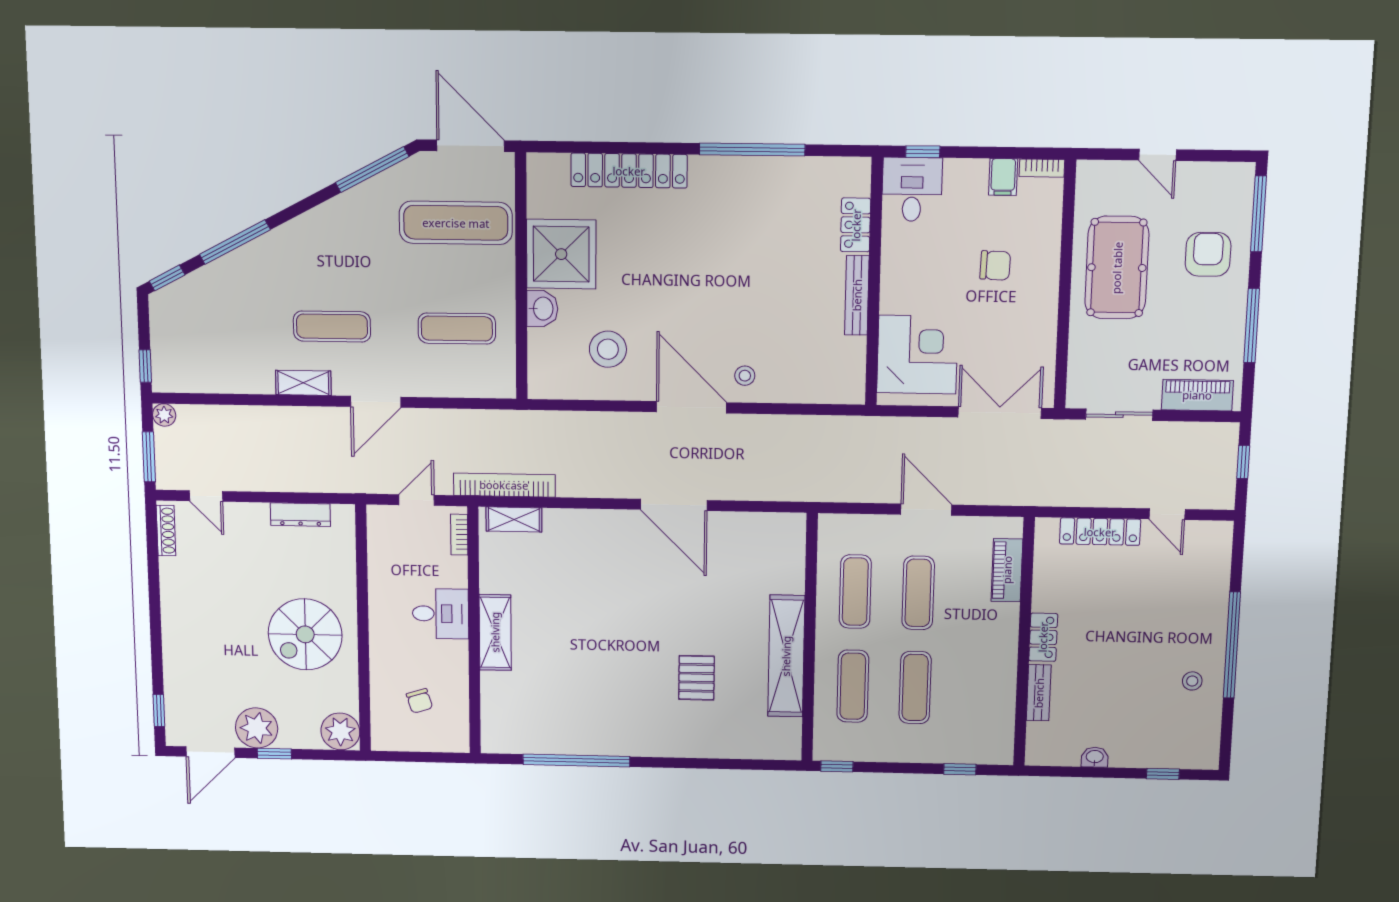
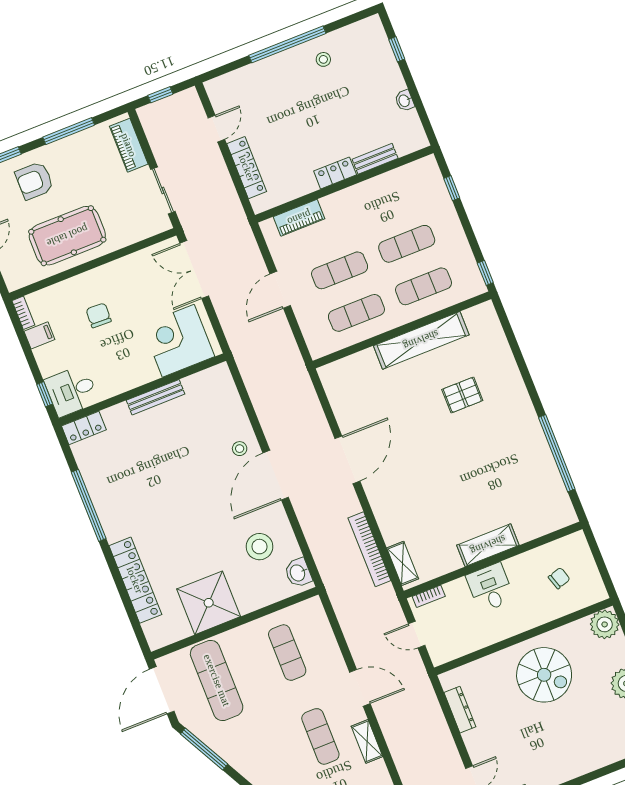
locker: (856, 225) -> (84, 428), moved
washbasin: (542, 309) -> (298, 573), moved, turned -90
bookcase: (504, 485) -> (369, 549), moved

